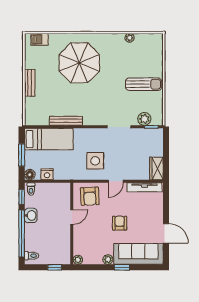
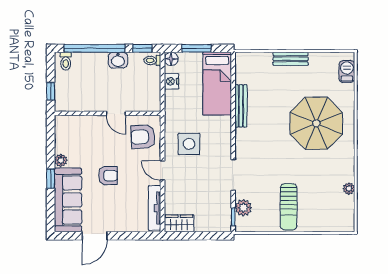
plant: (78, 260) -> (60, 121), removed

